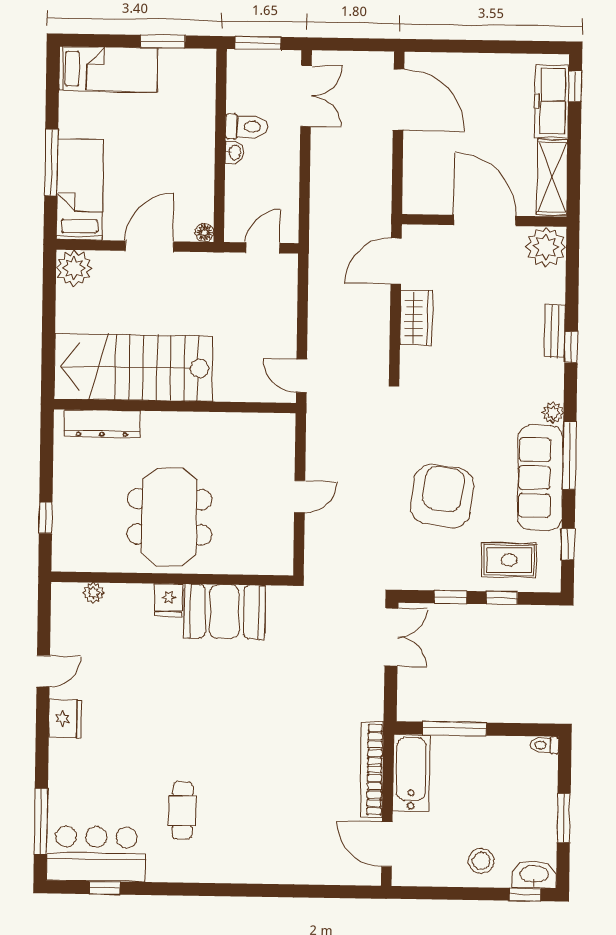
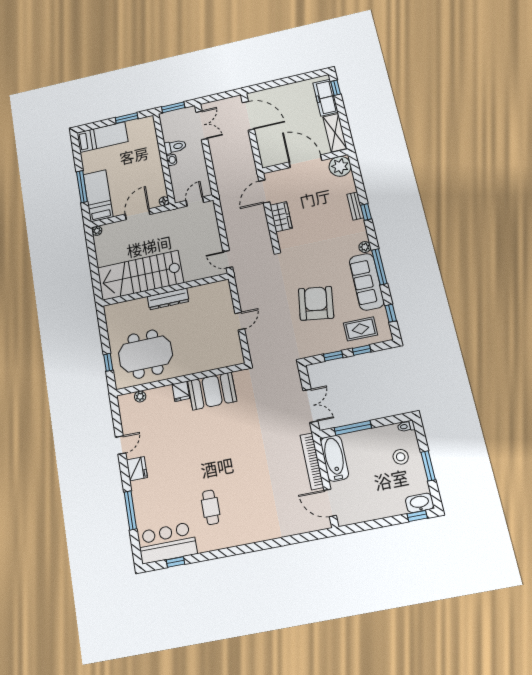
plant: (74, 268) -> (97, 231), width x0.53, depth x0.53
dresser: (102, 424) -> (168, 299), moved
meeting table: (169, 517) -> (145, 354), moved, turned 90
double door: (391, 637) -> (310, 406), moved
window: (41, 821) -> (130, 510), moved
stool: (481, 861) -> (401, 457), moved

